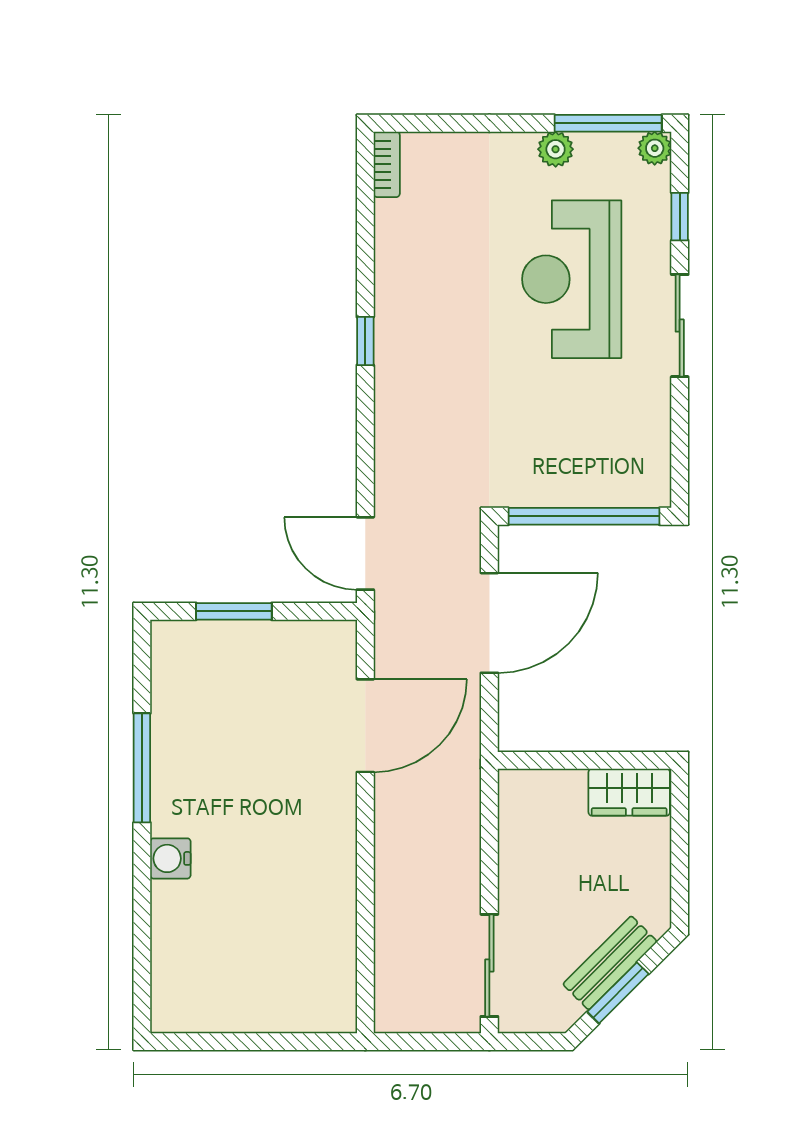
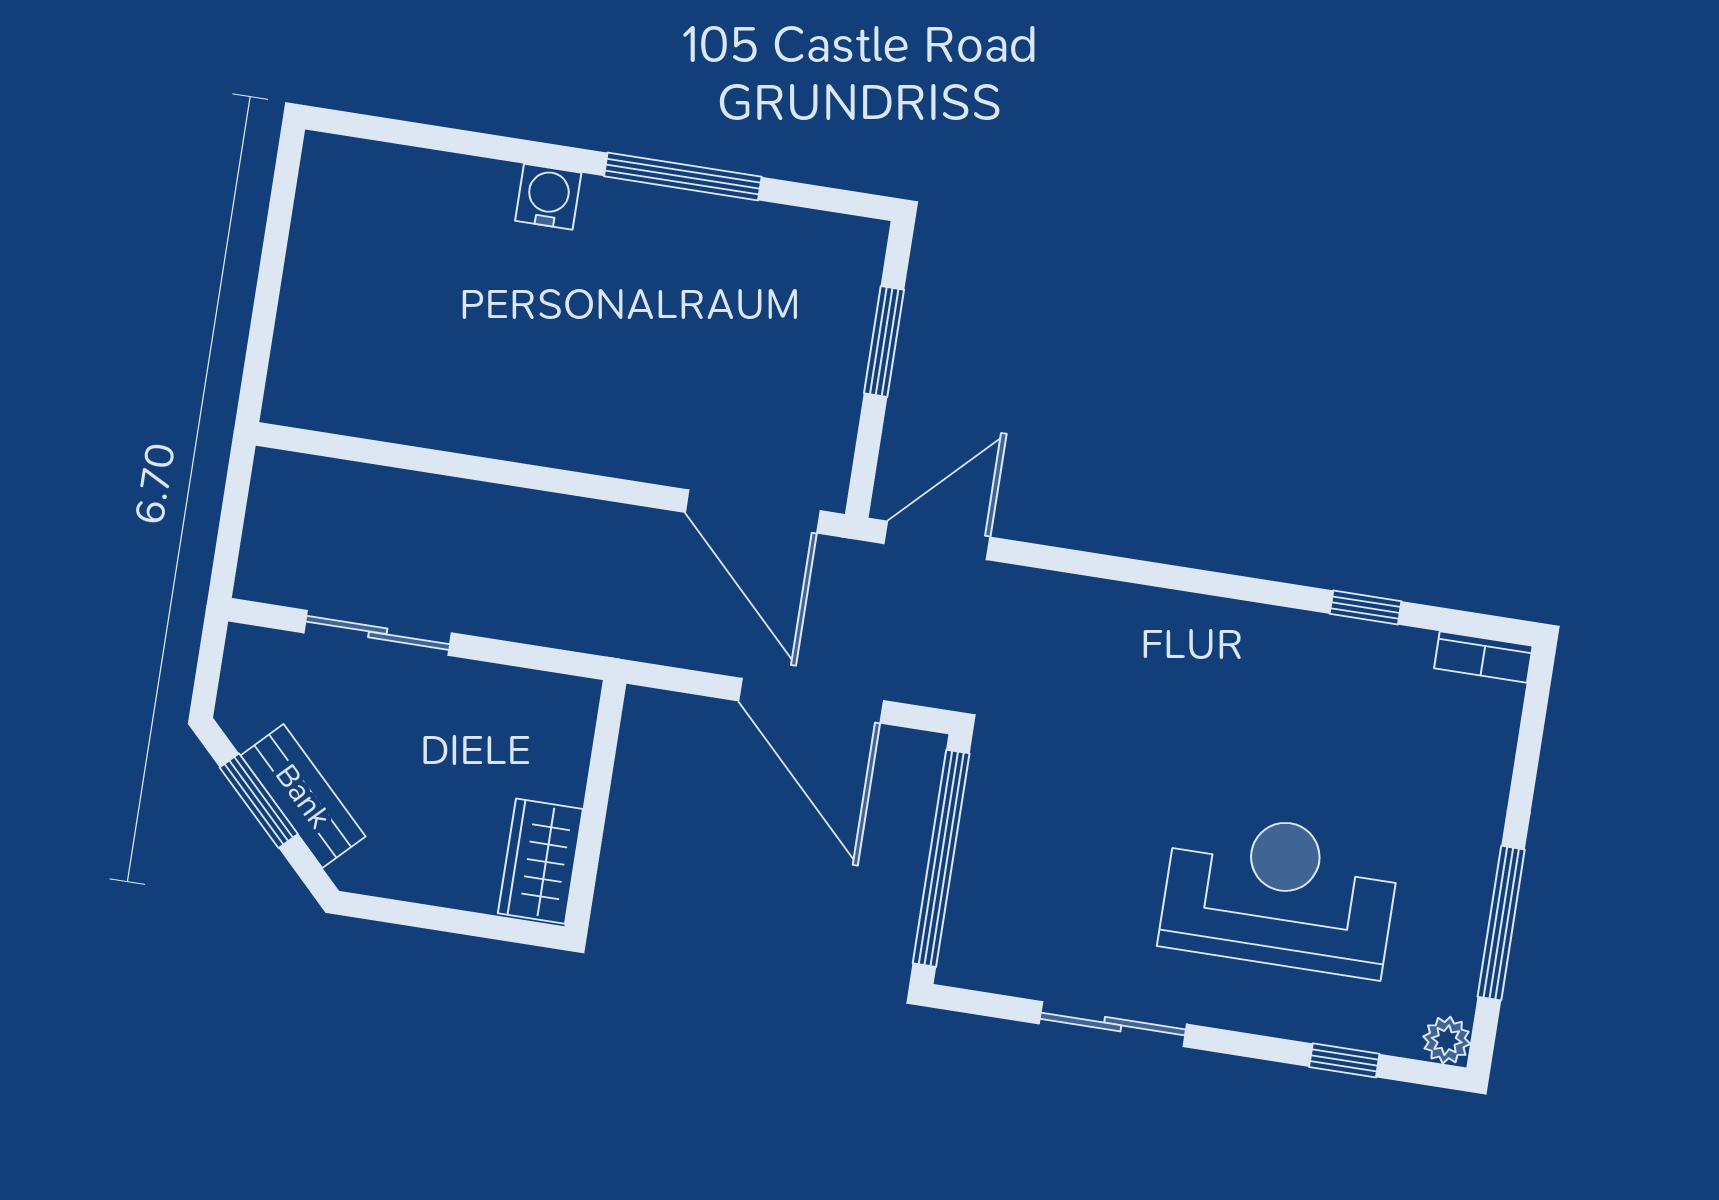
window: (608, 123) -> (1501, 923), moved
plant: (556, 149) -> (1467, 899), removed
sliding door: (680, 326) -> (1113, 1024), moved
window: (365, 341) -> (1366, 607), moved
door: (365, 726) -> (753, 512), moved
sliding door: (489, 965) -> (378, 633), moved

